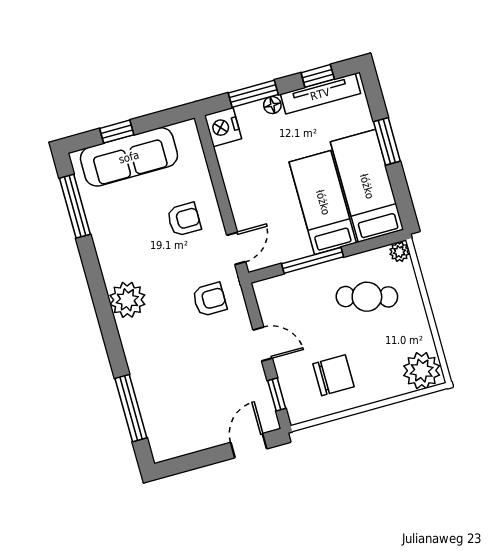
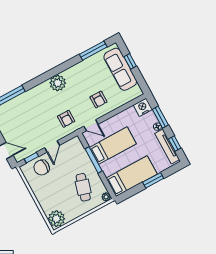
bed: (323, 202) -> (113, 146), moved
chair: (333, 375) -> (42, 168), moved, turned 90

